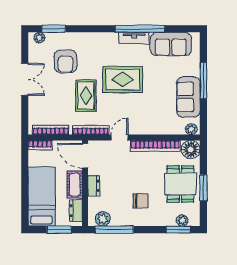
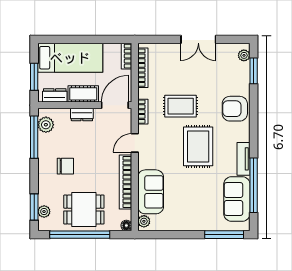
window: (140, 29) -> (254, 185), moved
armchair: (66, 61) -> (235, 109), moved
window: (203, 81) -> (224, 235), moved
sofa: (188, 97) -> (151, 192), moved, turned 90
bookcase: (91, 130) -> (143, 112), width x0.64
door: (120, 137) -> (135, 143), swing flipped
floor lamp: (191, 150) -> (126, 226), width x0.53, depth x0.53
window: (203, 188) -> (80, 235), width x2.11
chair: (141, 201) -> (65, 166), turned -90

